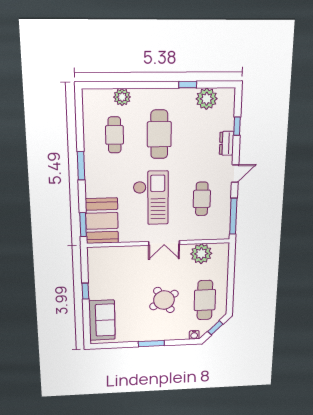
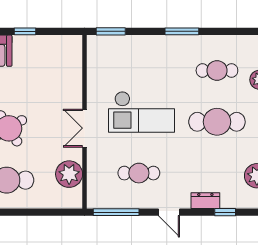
booth: (102, 221) -> (115, 54), removed

